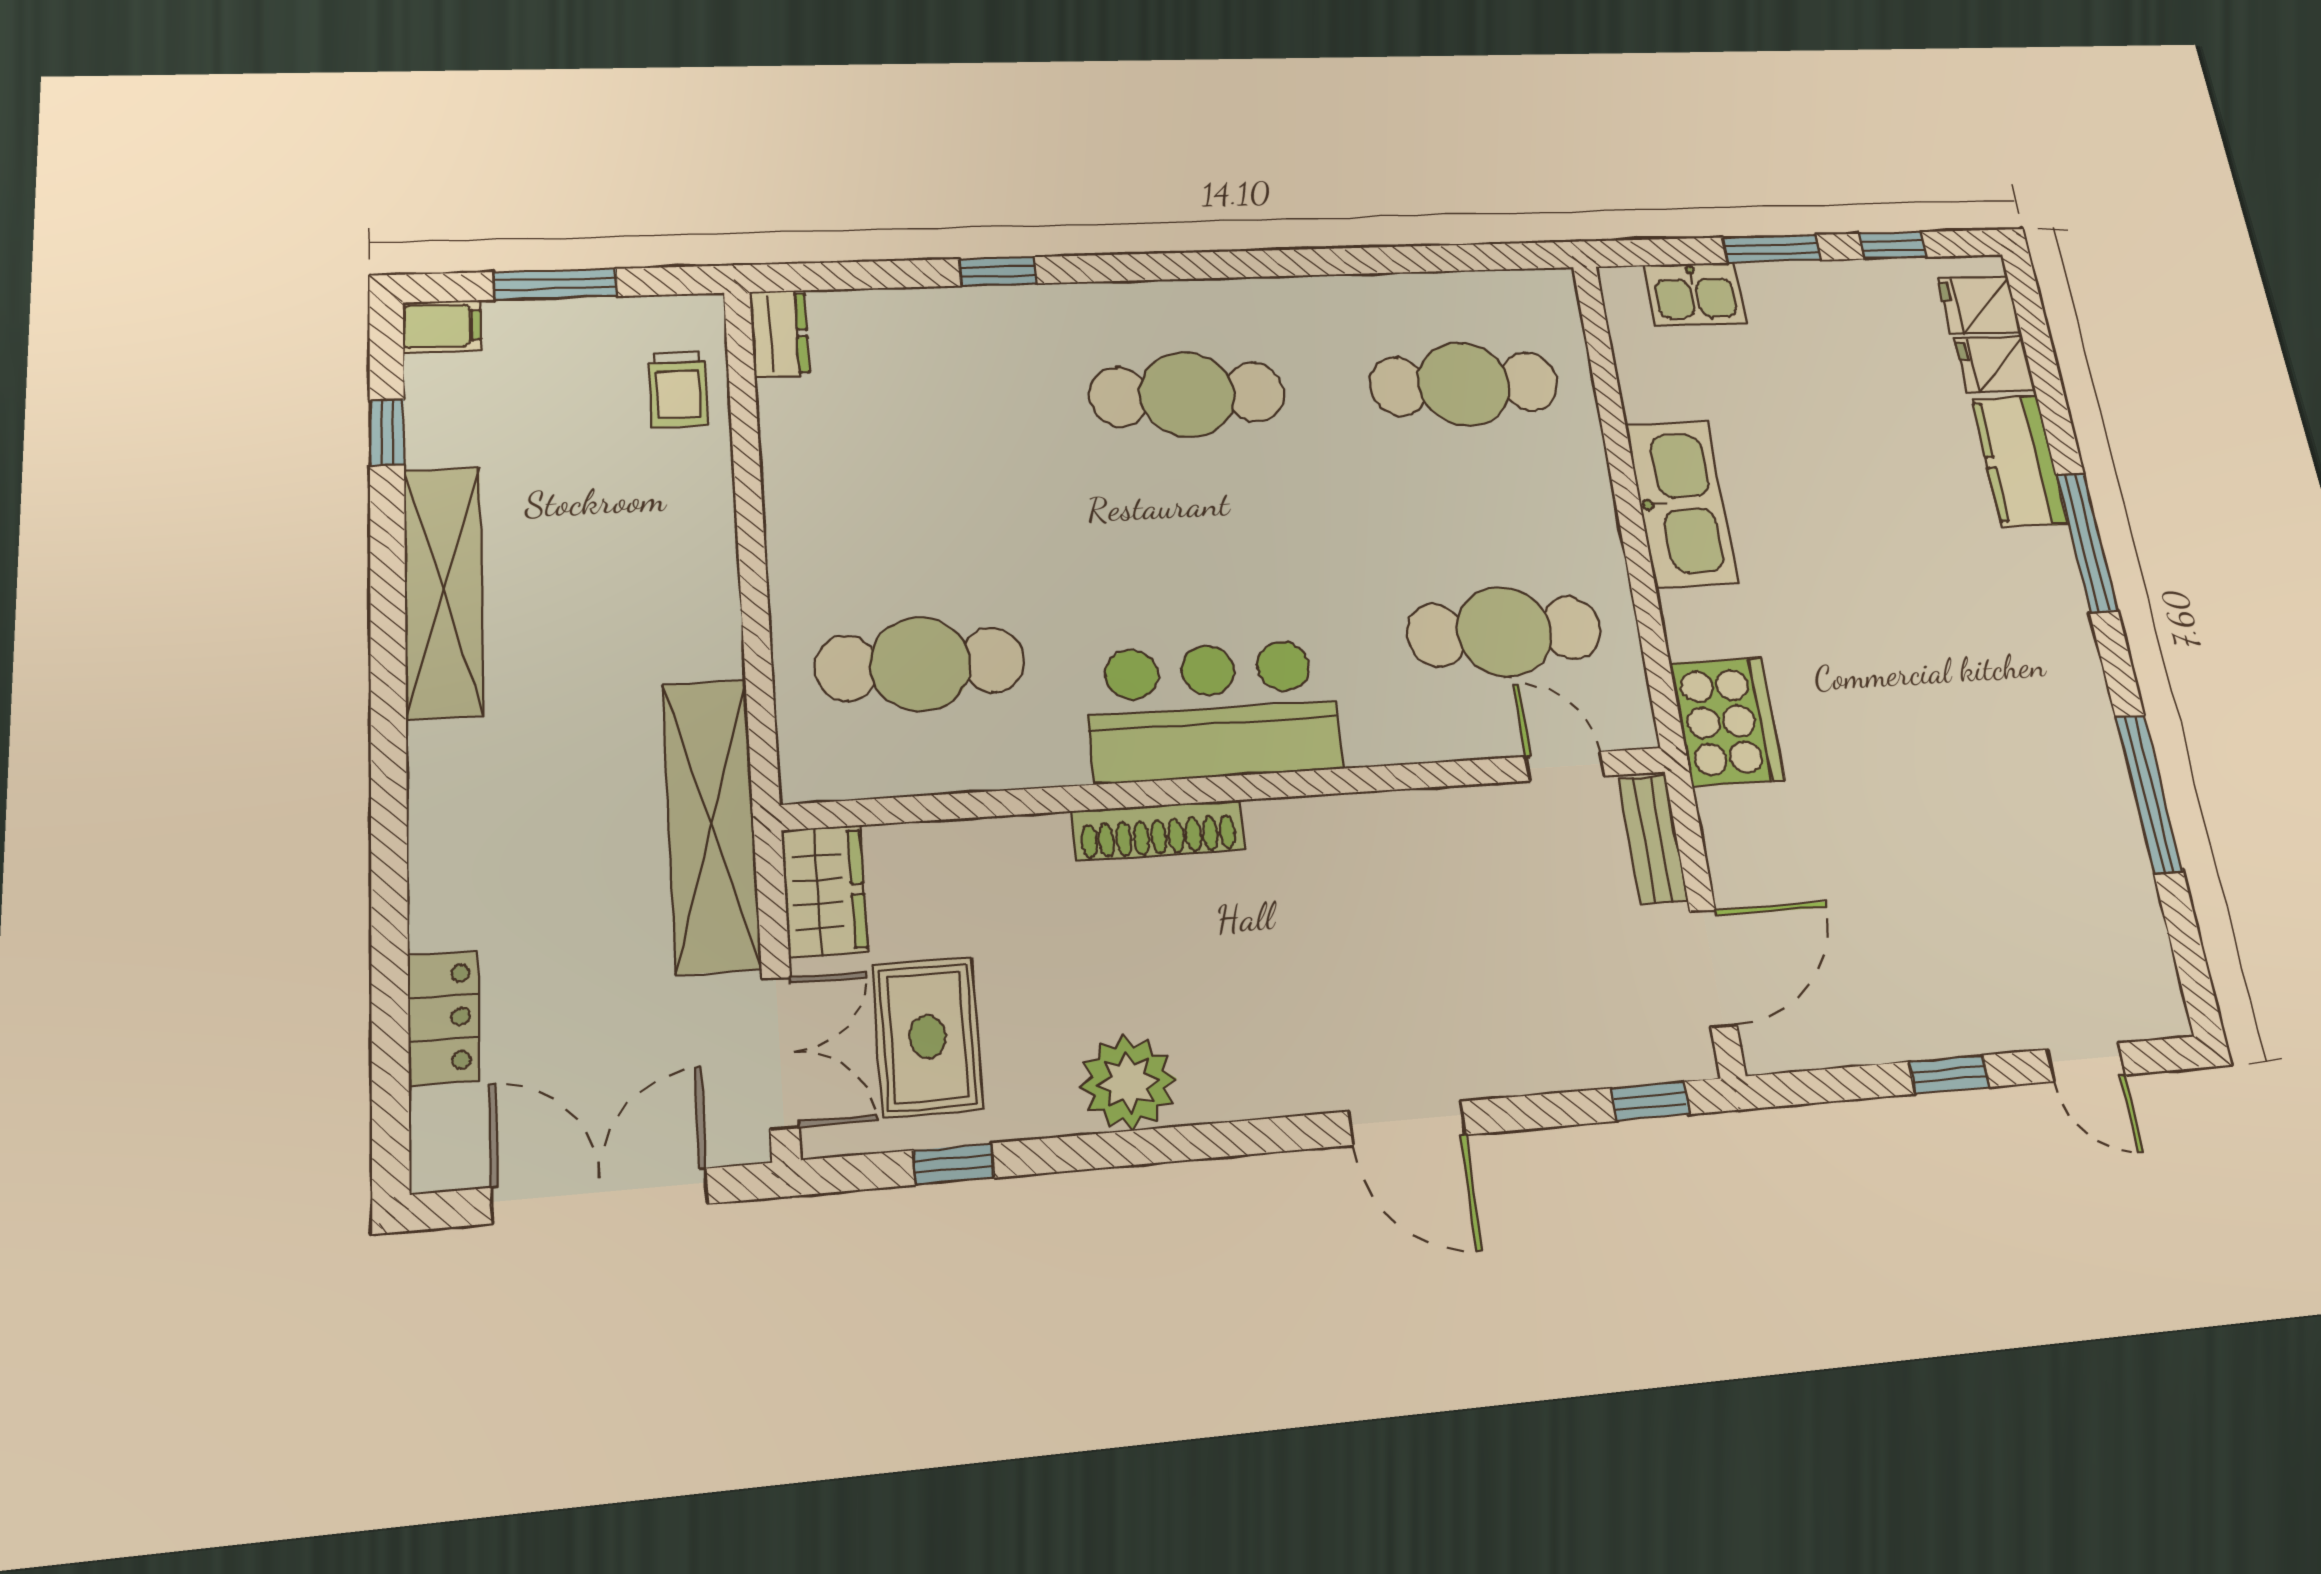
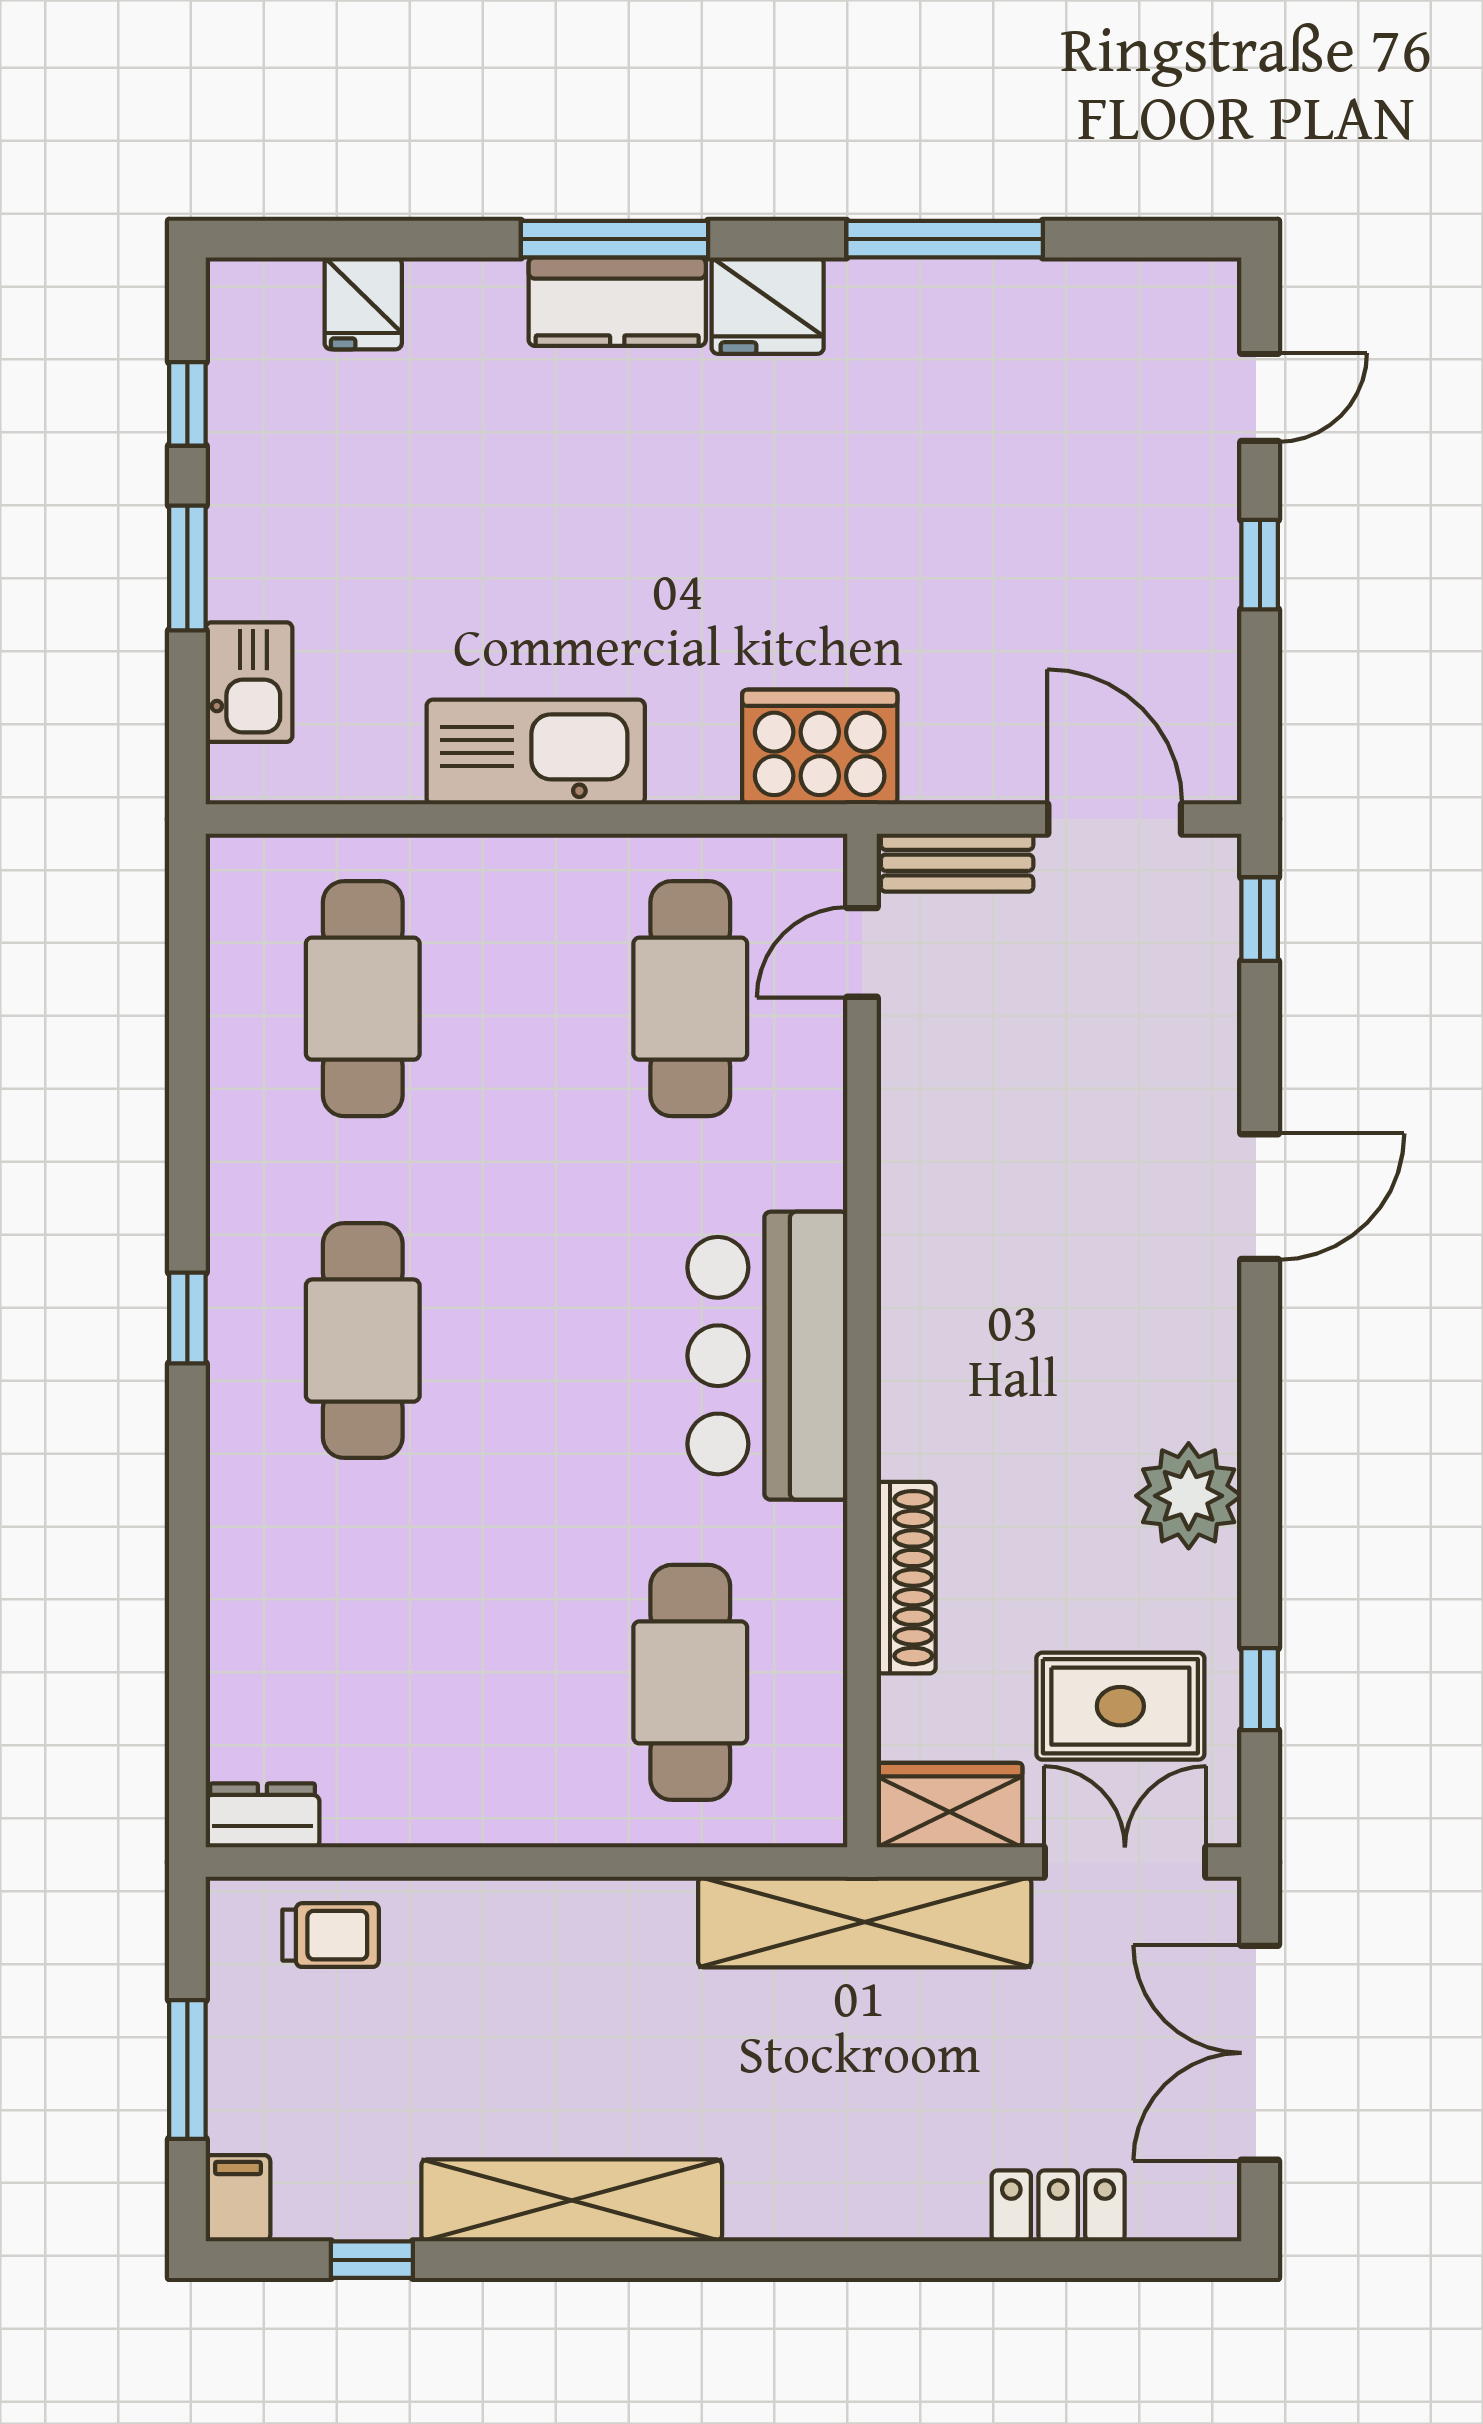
window: (998, 271) -> (187, 1318), moved
fridge: (1979, 305) -> (768, 306), moved, width x1.38
kitchen counter: (2020, 461) -> (617, 302), moved
shoe rack: (1158, 830) -> (906, 1578), moved

